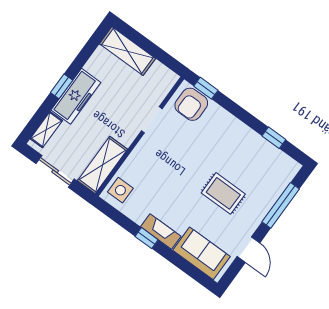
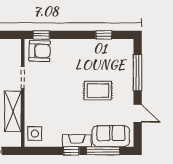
armchair: (191, 104) -> (40, 51), turned -88
shelving: (102, 165) -> (13, 111), moved
window: (181, 263) -> (103, 151), added

